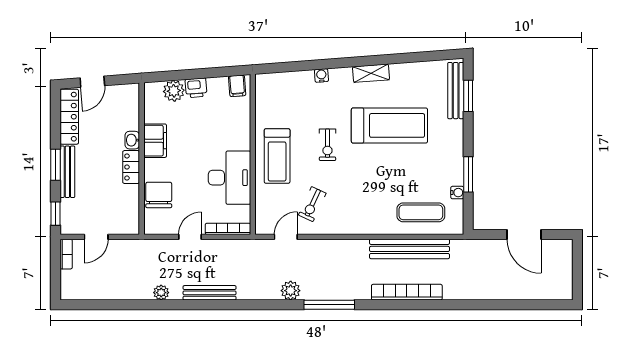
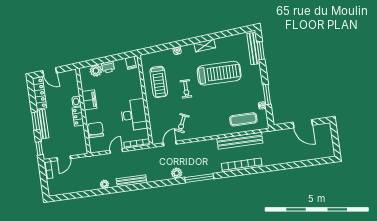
door: (92, 82) -> (50, 72), hinge flipped
treadmill: (277, 156) -> (159, 82), moved

